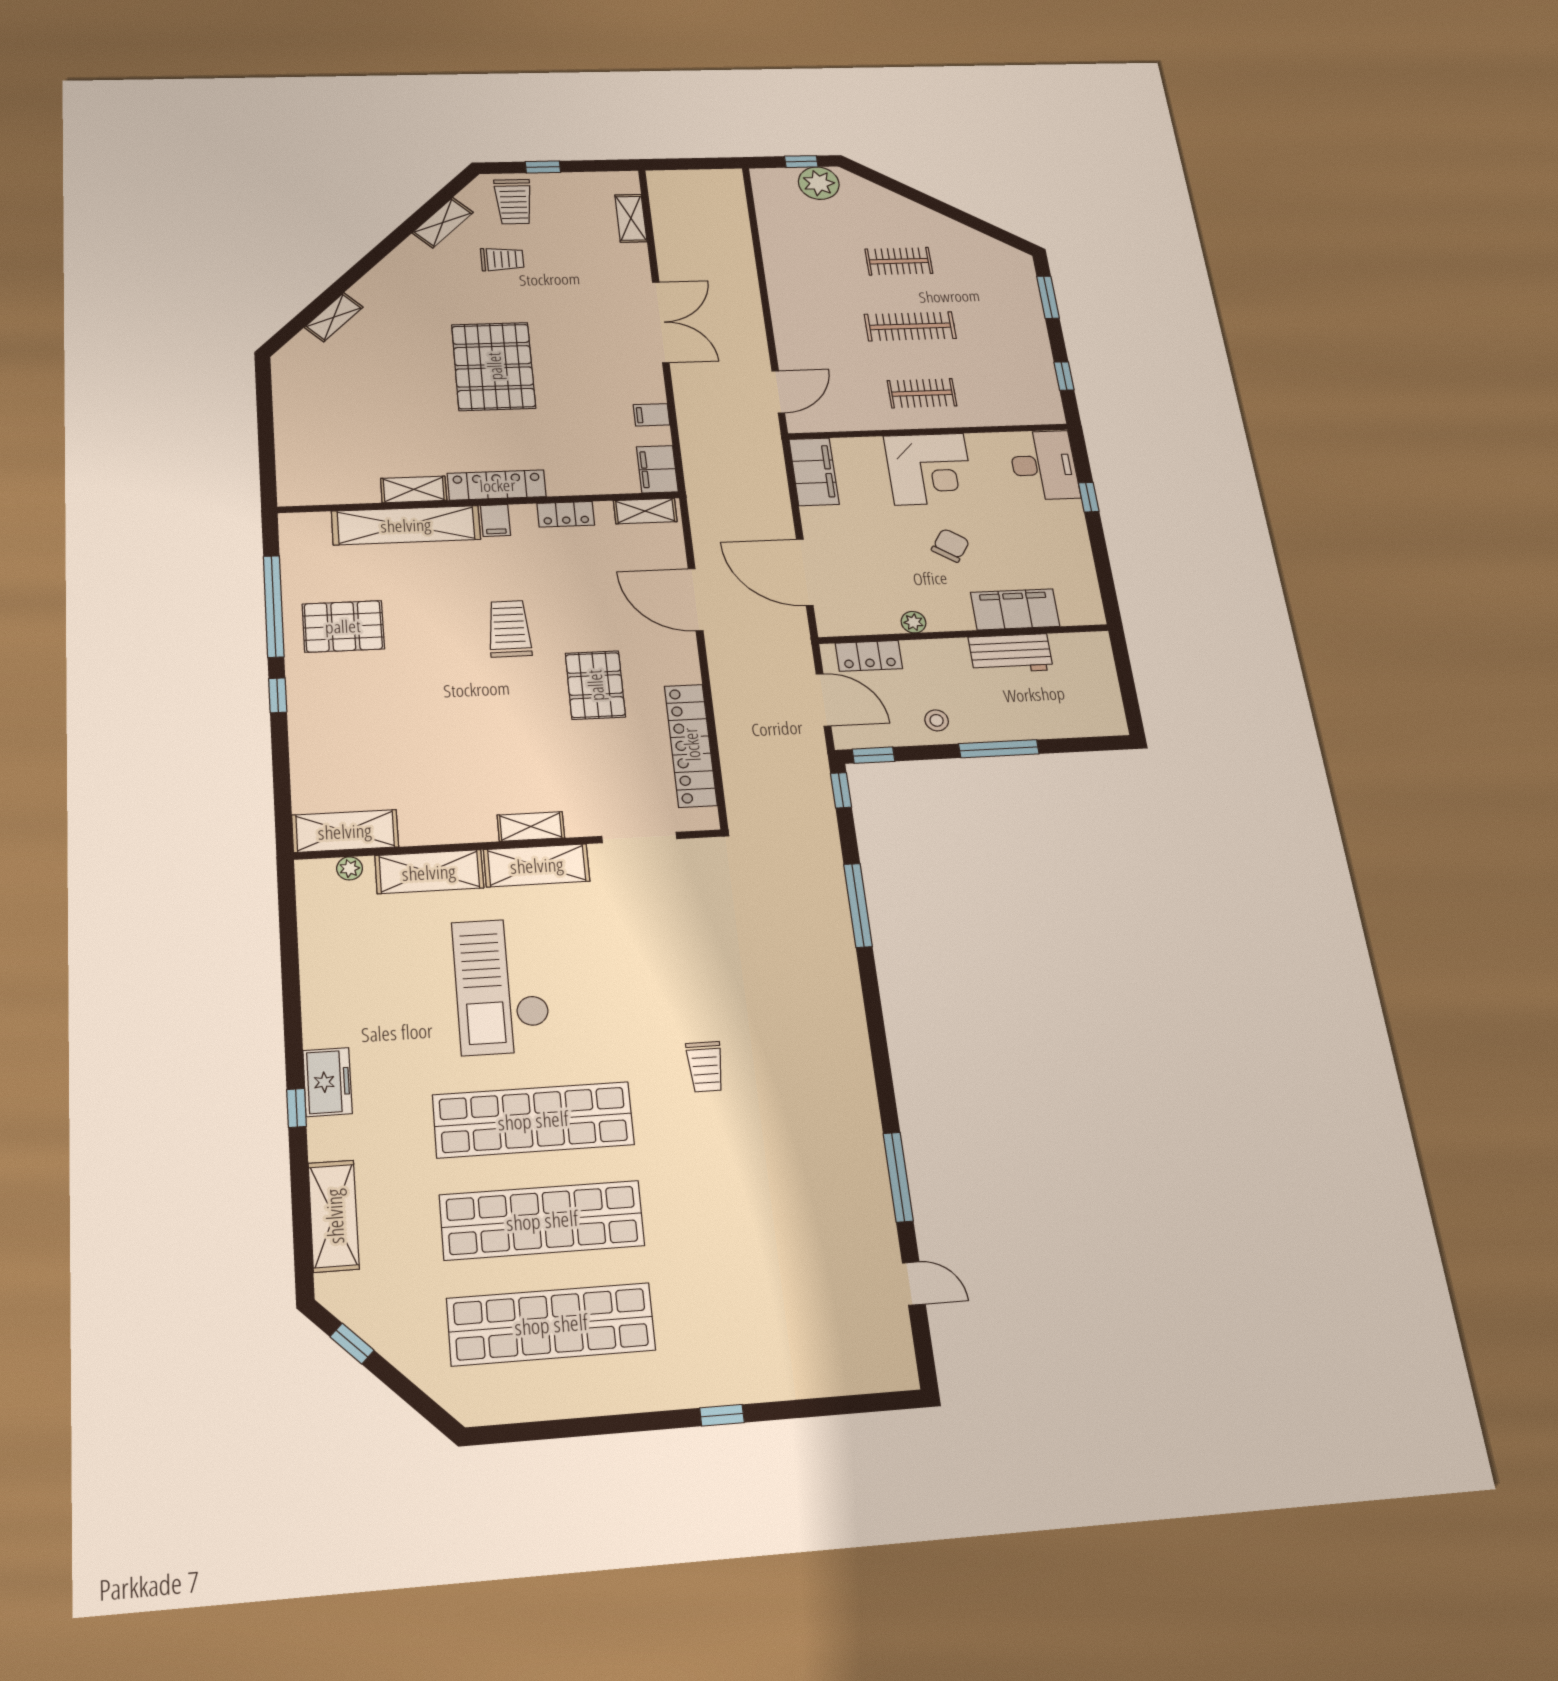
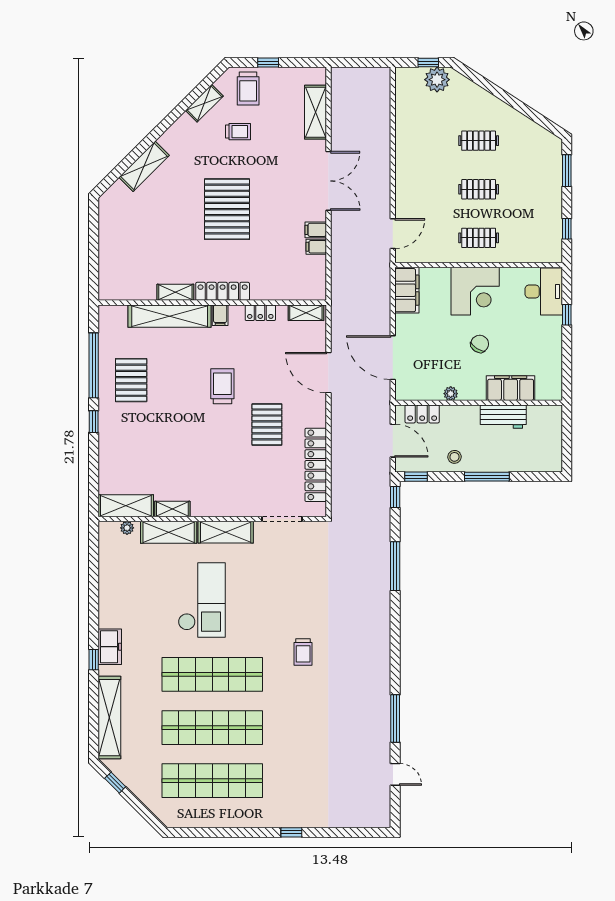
shelving: (631, 218) -> (316, 112), width x1.50, depth x1.33
shelving: (334, 317) -> (144, 166), width x1.50, depth x1.33
clothes rail: (910, 326) -> (479, 189), width x0.73
filing cabinet: (657, 469) -> (316, 230), moved, width x0.50
pallet: (343, 626) -> (131, 380), turned 90
shelving: (531, 826) -> (172, 509), moved
checkout: (501, 986) -> (202, 600), turned 180
shelving: (334, 1216) -> (109, 718), width x1.47

